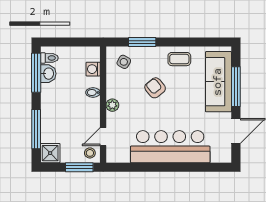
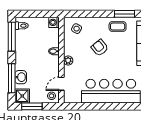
window: (142, 42) -> (125, 14), moved
washing machine: (93, 69) -> (54, 22), moved
washbasin: (48, 74) -> (21, 77), moved
window: (79, 167) -> (32, 106), moved

